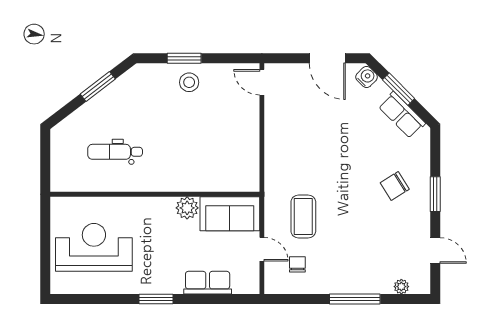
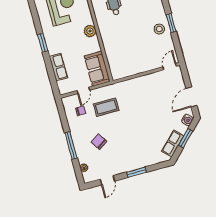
chair: (395, 186) -> (99, 142), moved
plant: (187, 208) -> (90, 31), moved

